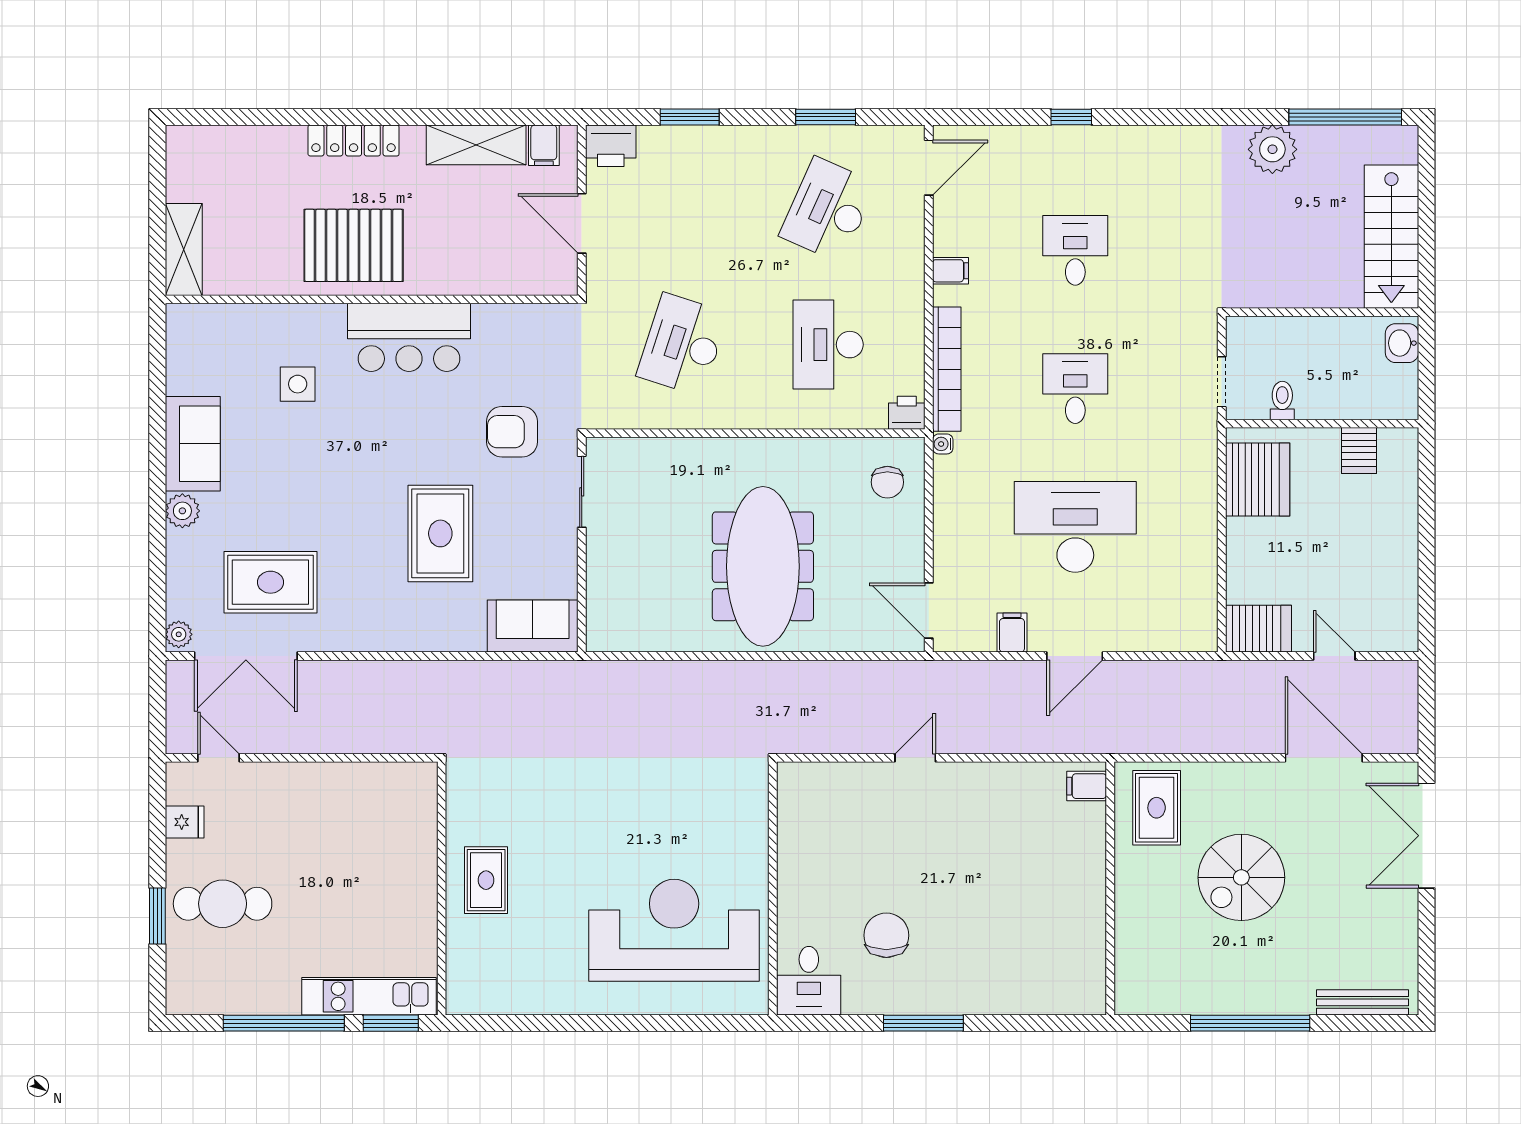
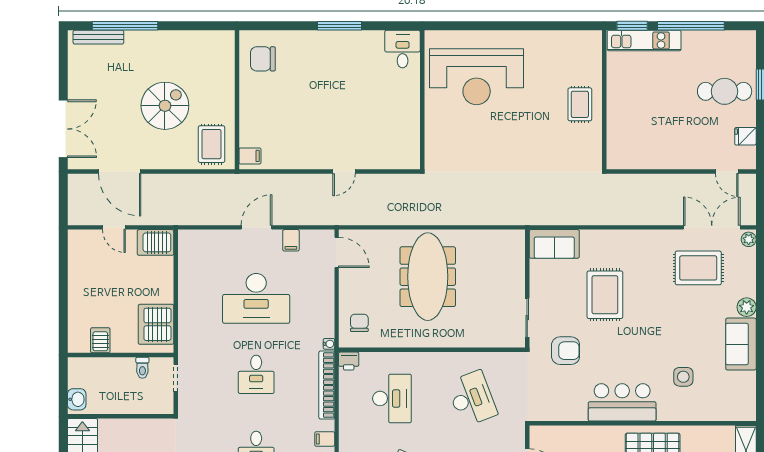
desk: (683, 345) -> (472, 398), turned -39
chair: (886, 935) -> (263, 59), moved, turned 90
window: (1250, 1023) -> (125, 26), moved

